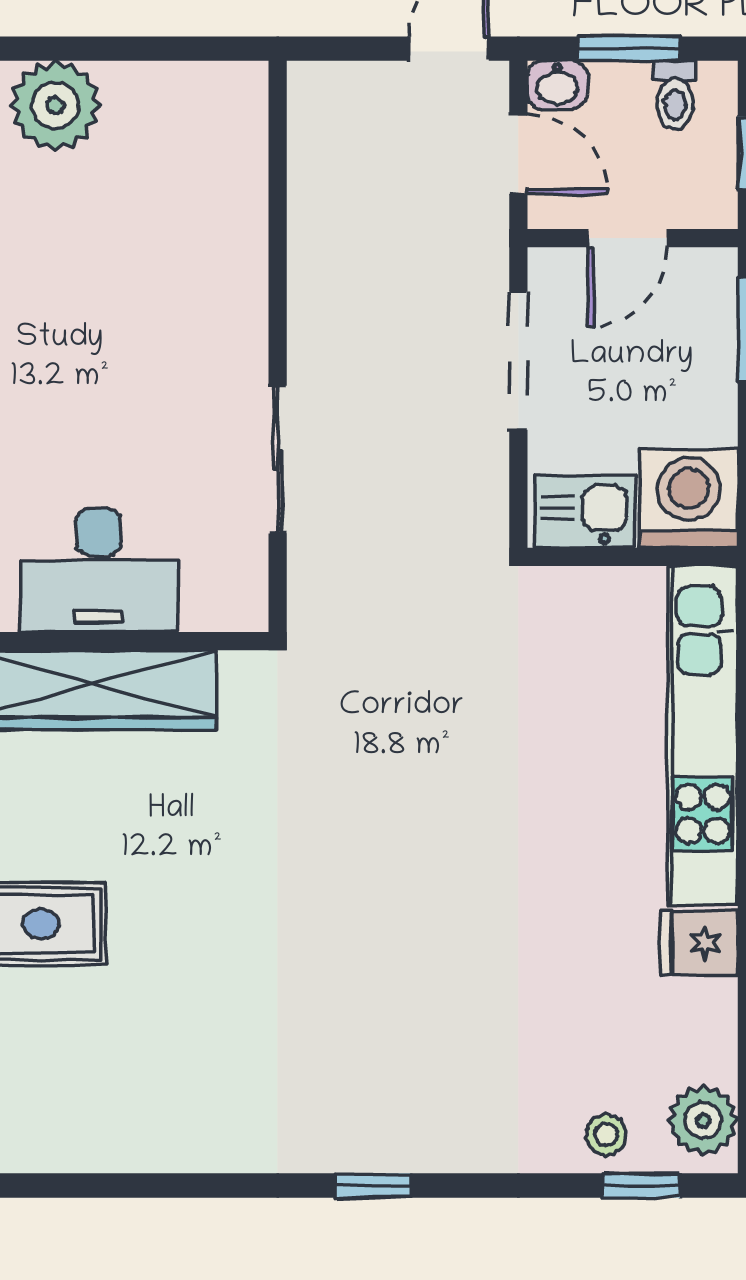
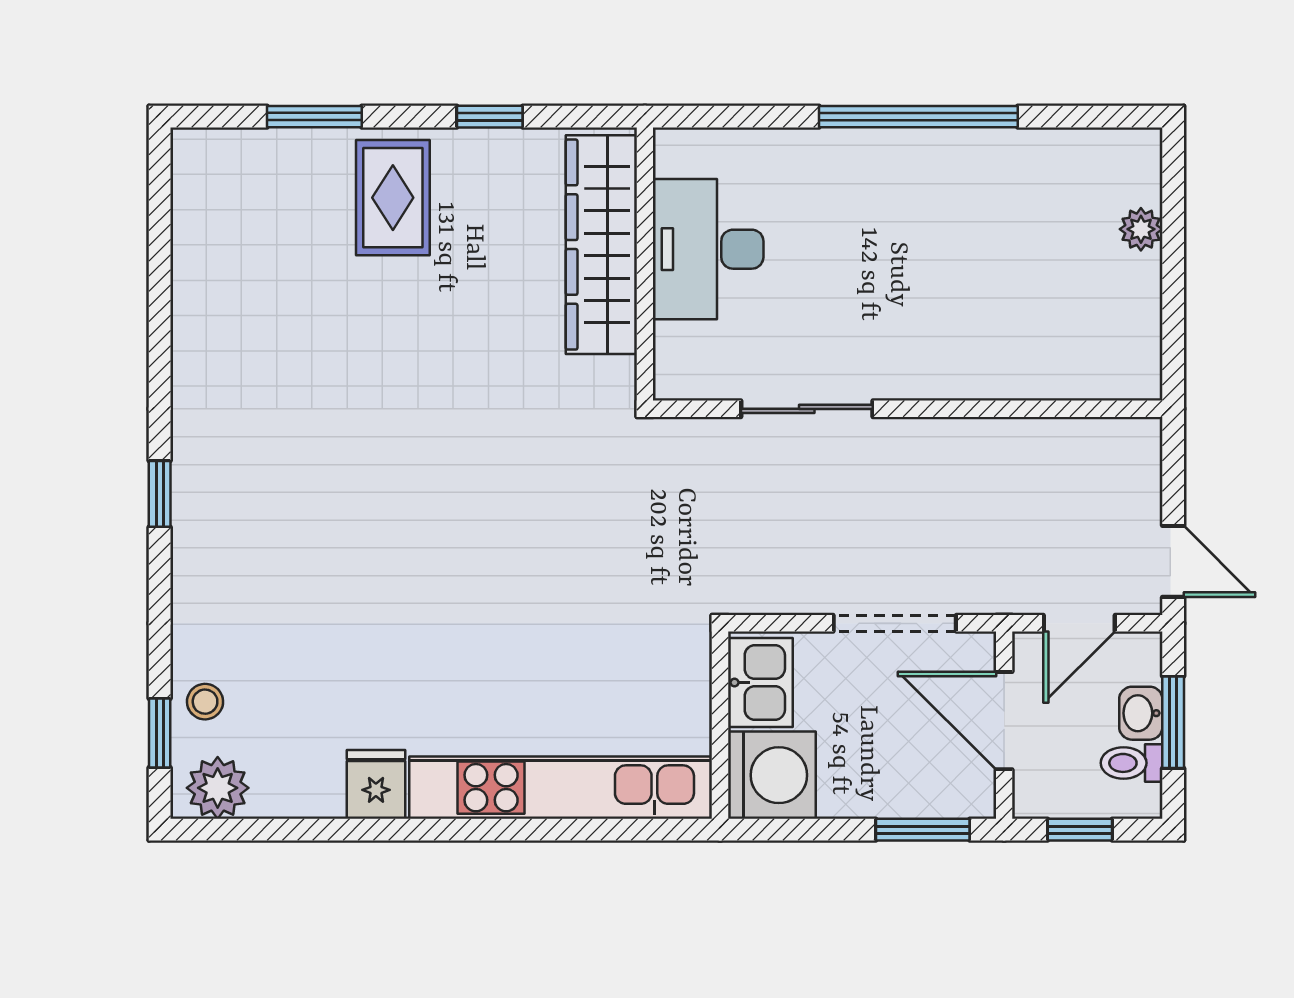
washbasin: (557, 85) -> (1141, 713), moved
plant: (55, 106) -> (1141, 229), width x0.53, depth x0.53
door: (627, 238) -> (1004, 721), width x1.38

